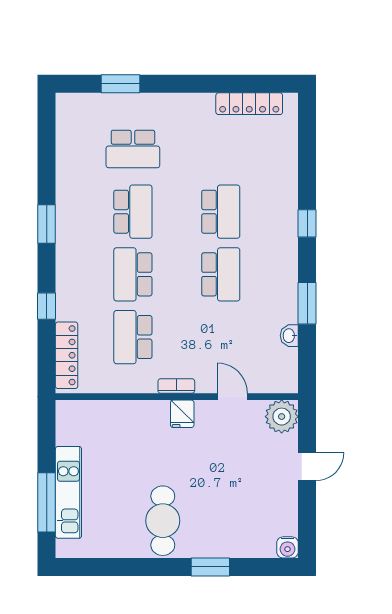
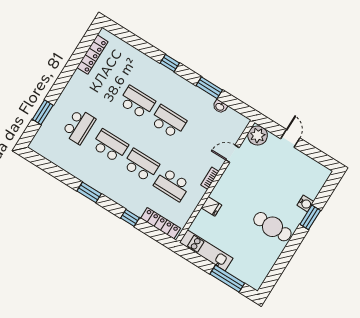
school desk: (133, 274) -> (141, 165), turned 180
fridge: (182, 414) -> (211, 206), moved
kitchen unit: (68, 492) -> (206, 250), moved
water cooler: (287, 547) -> (305, 203), moved

